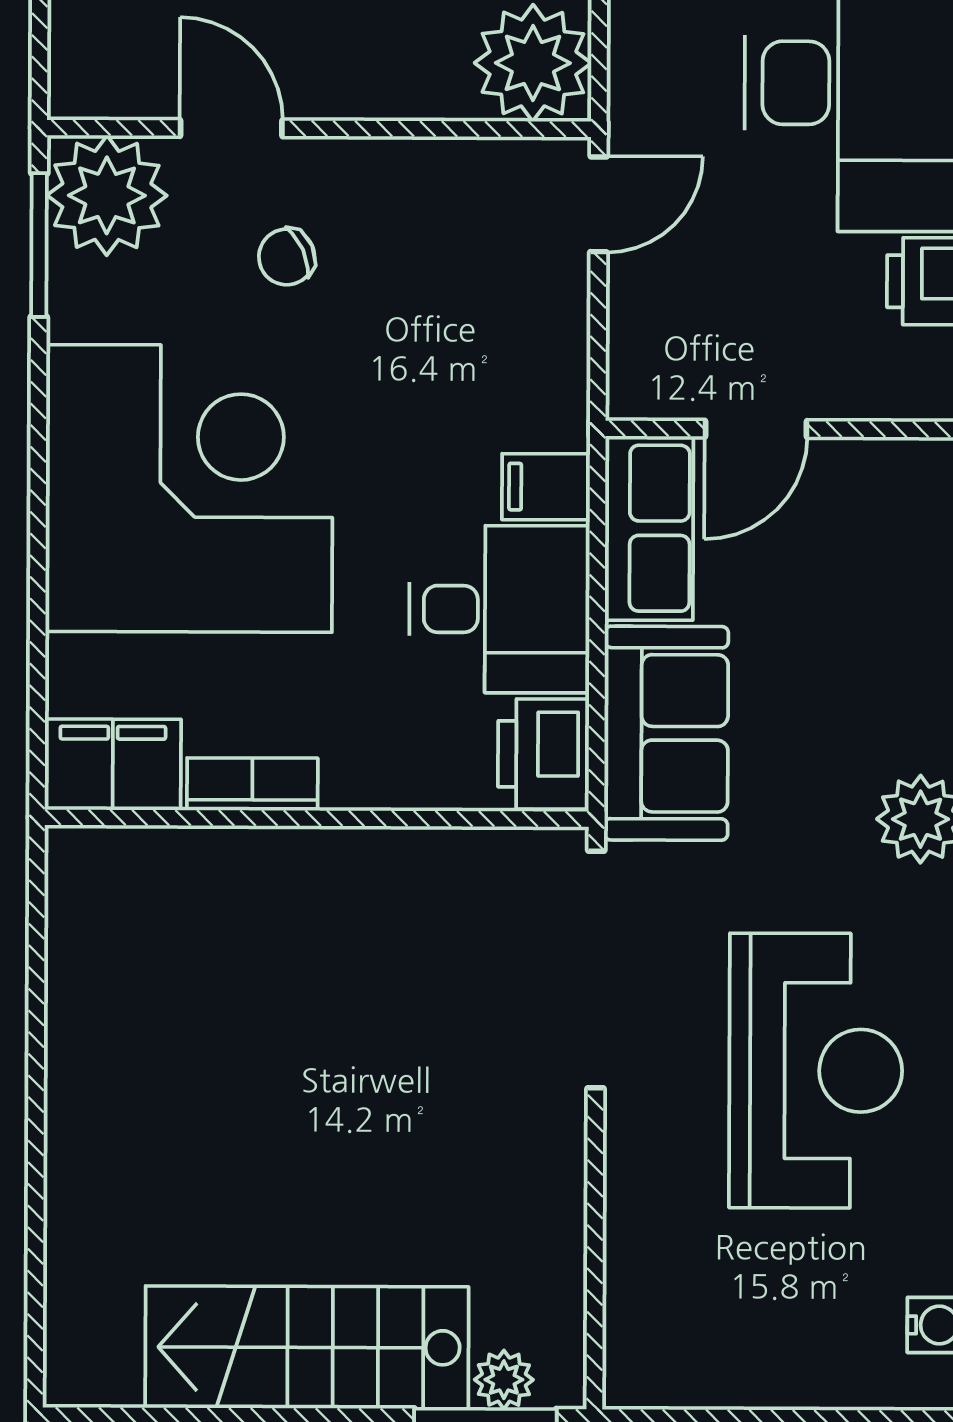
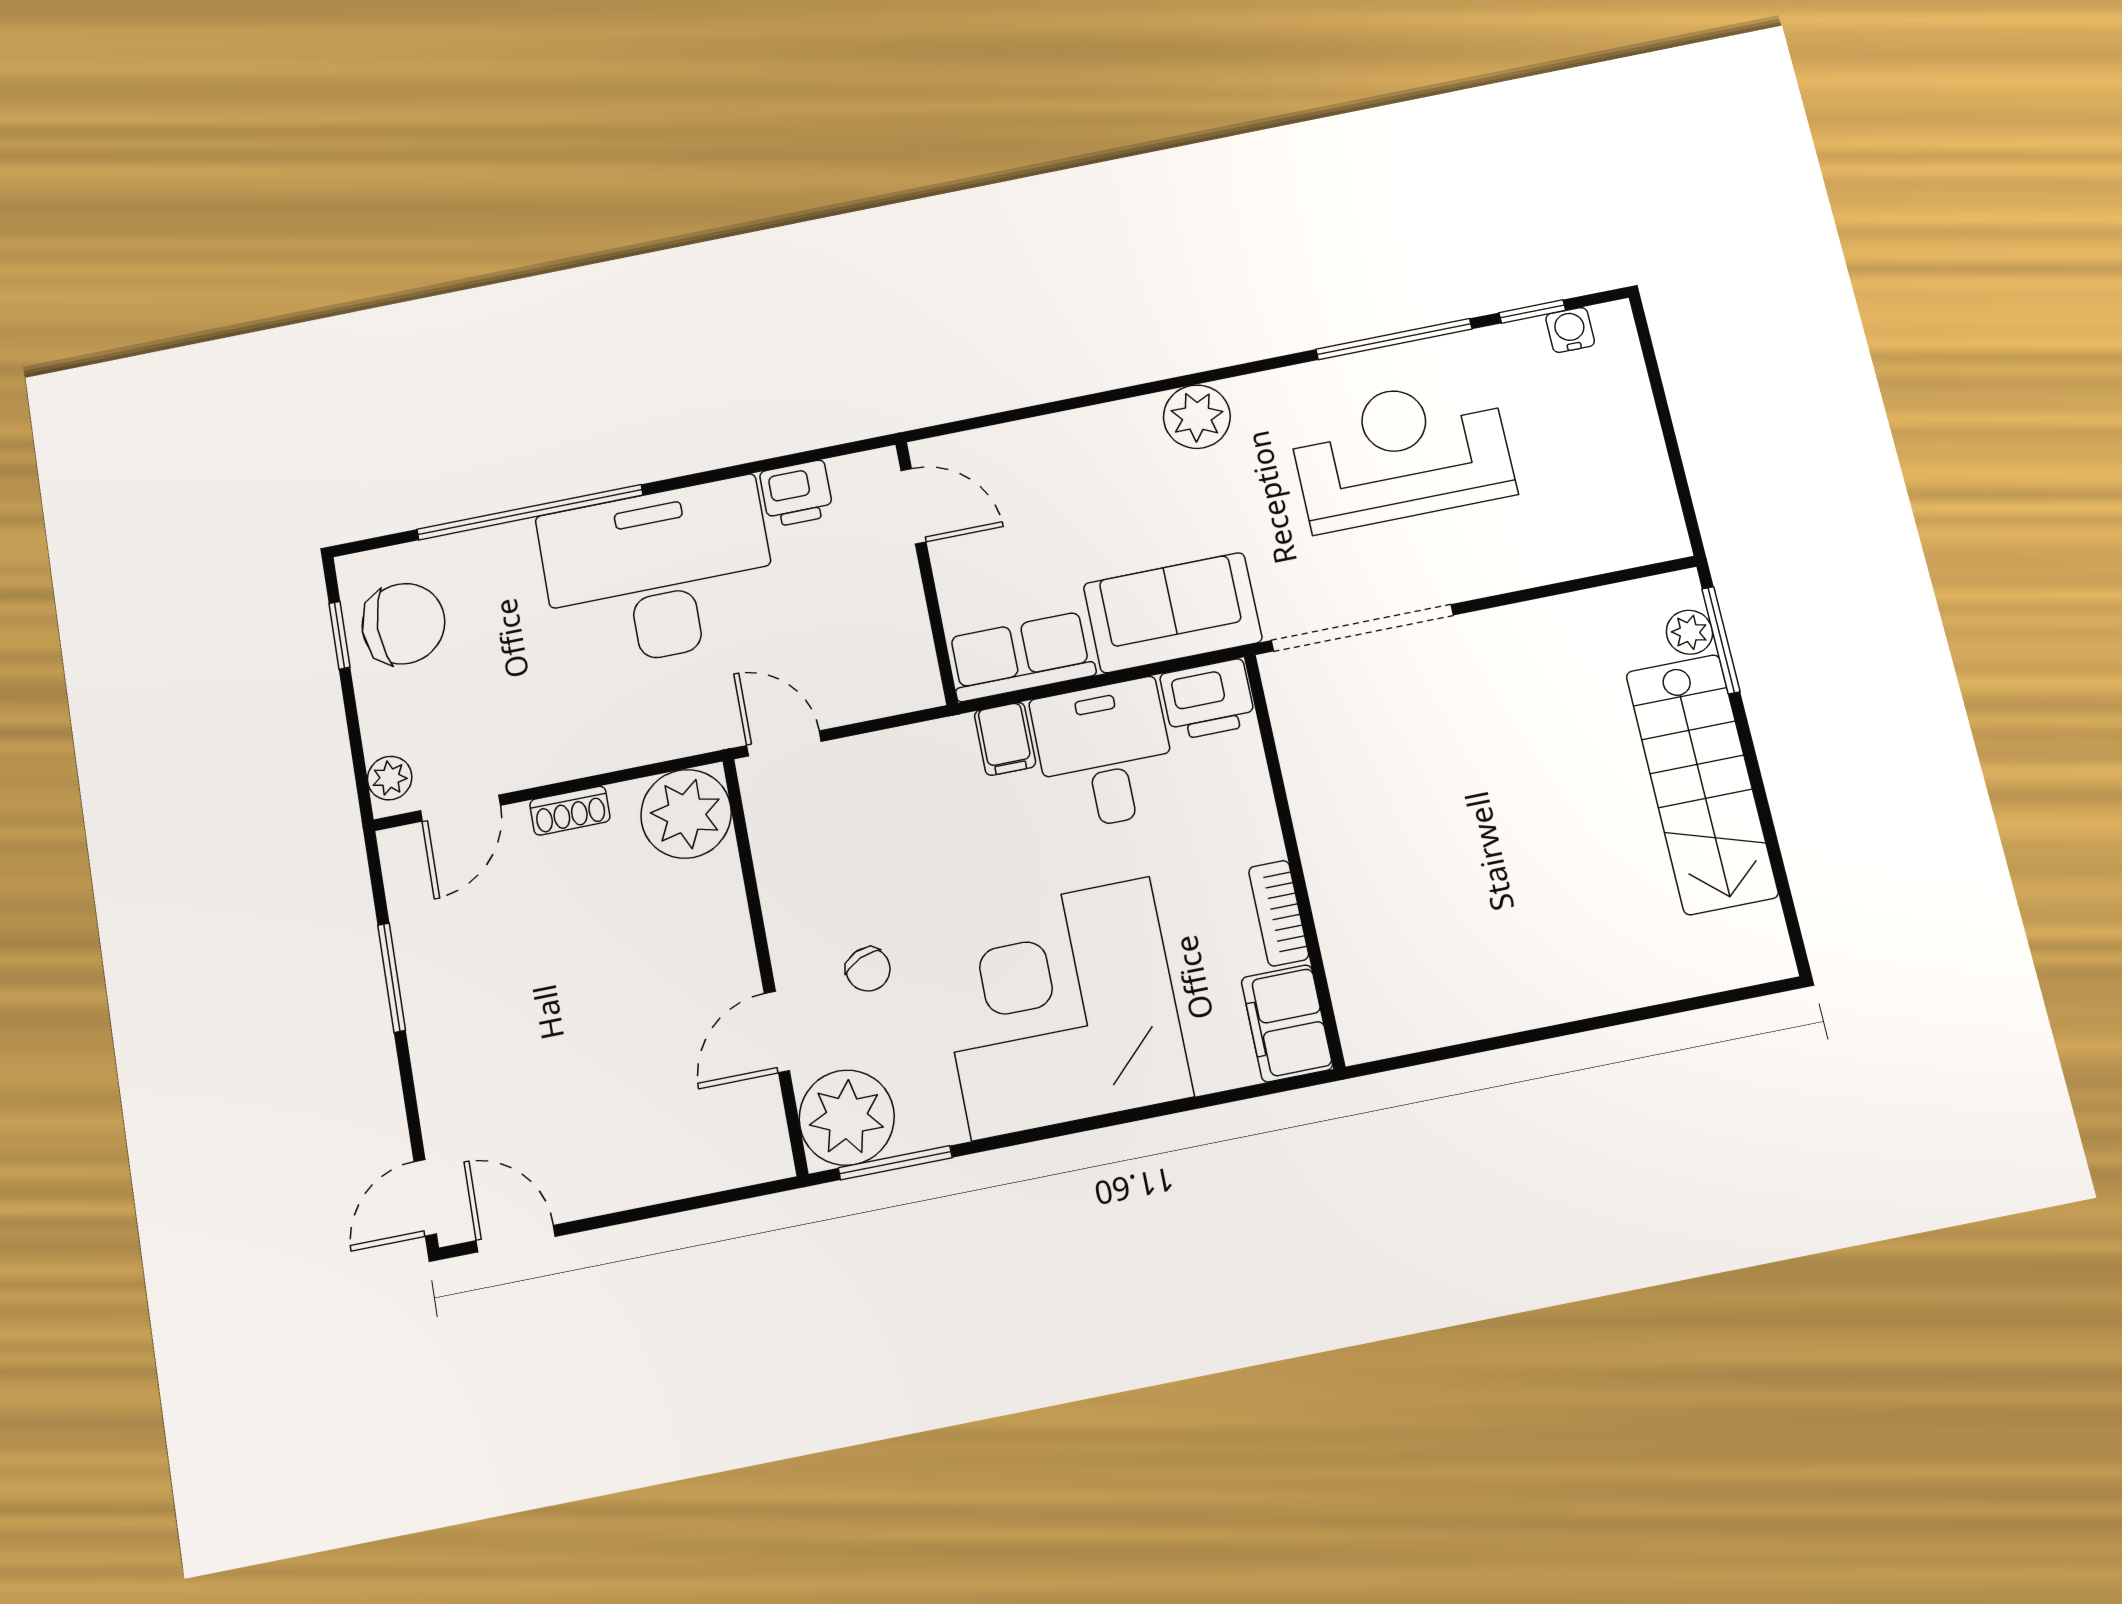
door: (756, 429) -> (913, 506), moved

